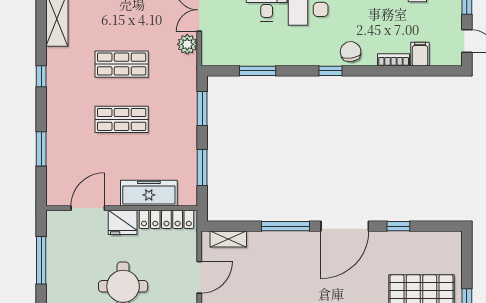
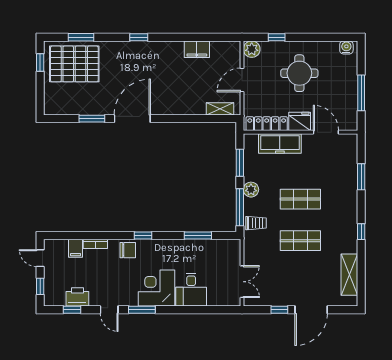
plant: (187, 44) -> (251, 190), moved
chair: (351, 52) -> (128, 250), turned -82
trolley: (181, 87) -> (256, 223), added
window: (202, 108) -> (240, 207), width x1.44
door: (88, 208) -> (326, 132), swing flipped
window: (285, 226) -> (177, 119), removed
window: (398, 226) -> (92, 119), width x1.50

